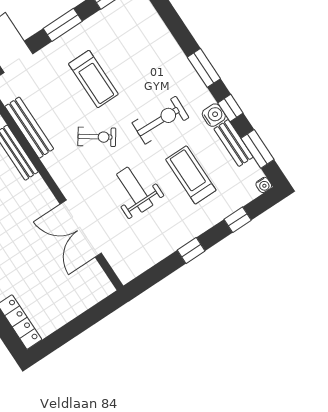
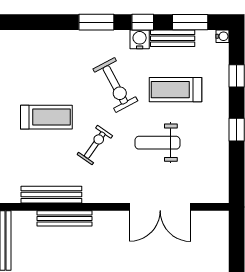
exercise bike: (160, 120) -> (115, 85), turned 150

